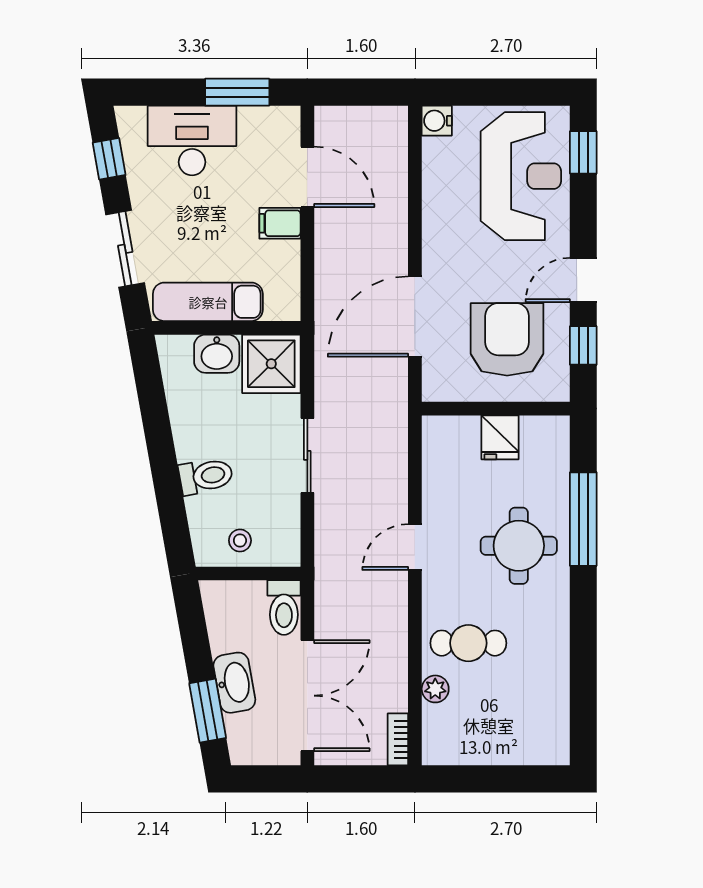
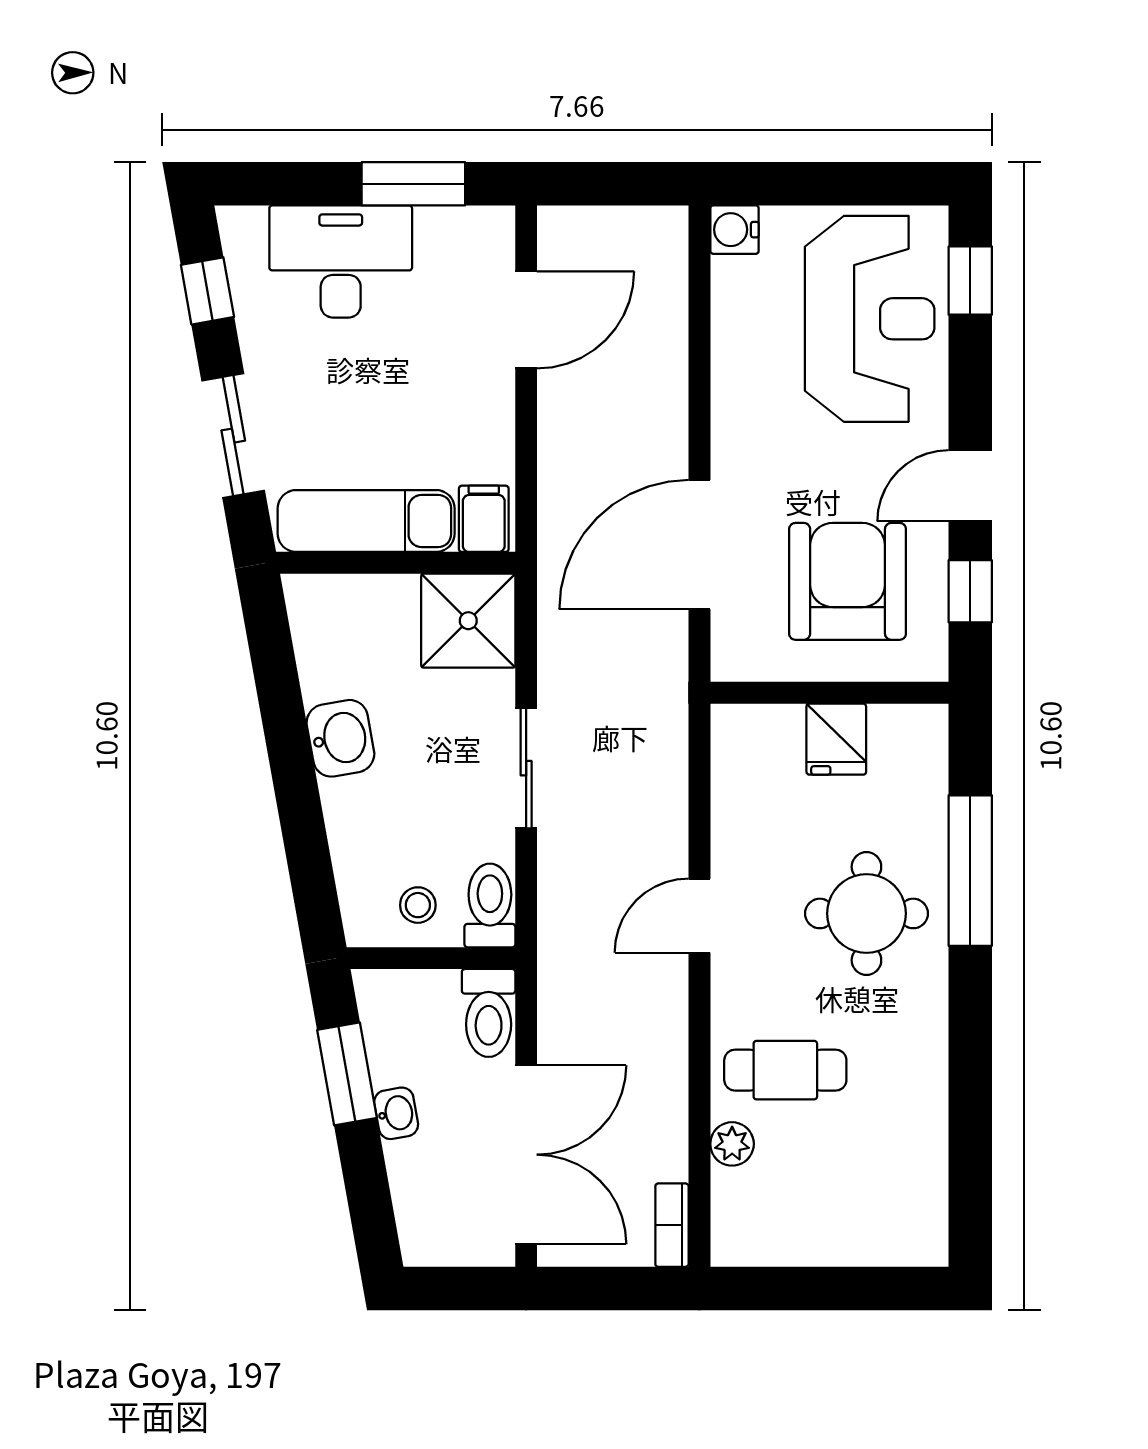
door: (307, 177) -> (526, 320), hinge flipped
filing cabinet: (280, 223) -> (484, 519), moved, turned 90
washbasin: (217, 354) -> (340, 738), moved, turned -100
toilet: (206, 476) -> (490, 905), moved, turned -80
washbasin: (234, 683) -> (396, 1113), width x0.52, depth x0.69
window: (208, 711) -> (347, 1074), moved

